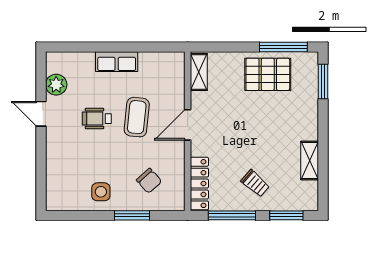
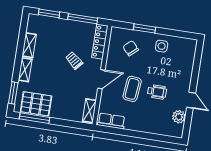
row of seats: (117, 62) -> (111, 121), moved
pallet: (268, 74) -> (36, 104), moved
shelving: (310, 121) -> (25, 70), added
trolley: (255, 183) -> (74, 61), moved

